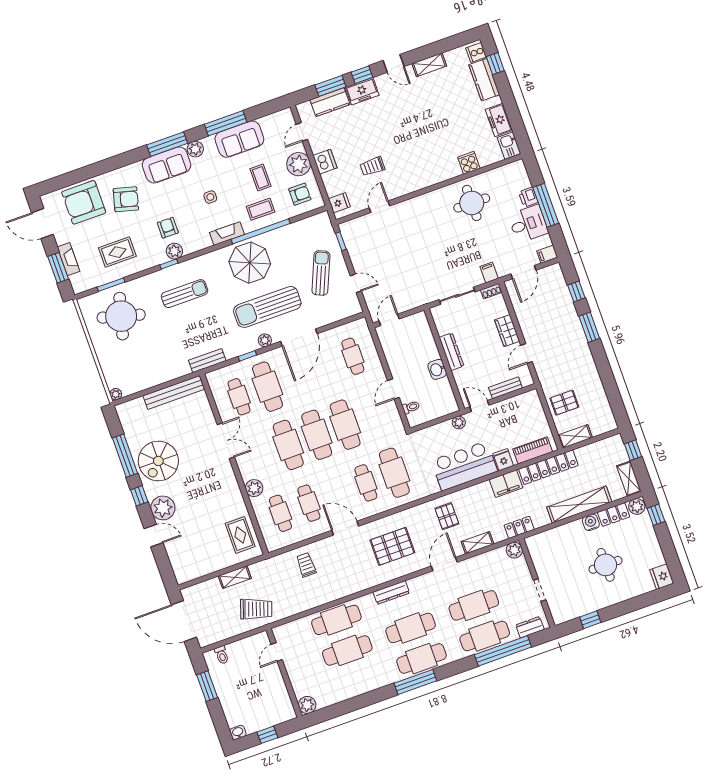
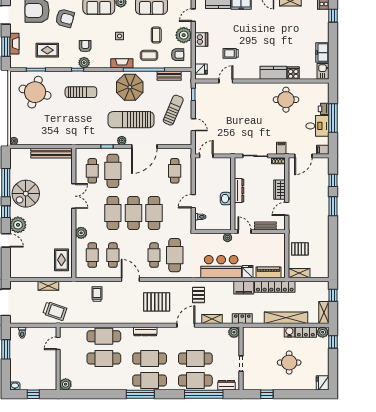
kitchen counter: (484, 80) -> (273, 73), moved, turned 90
bench: (207, 361) -> (169, 76), moved

